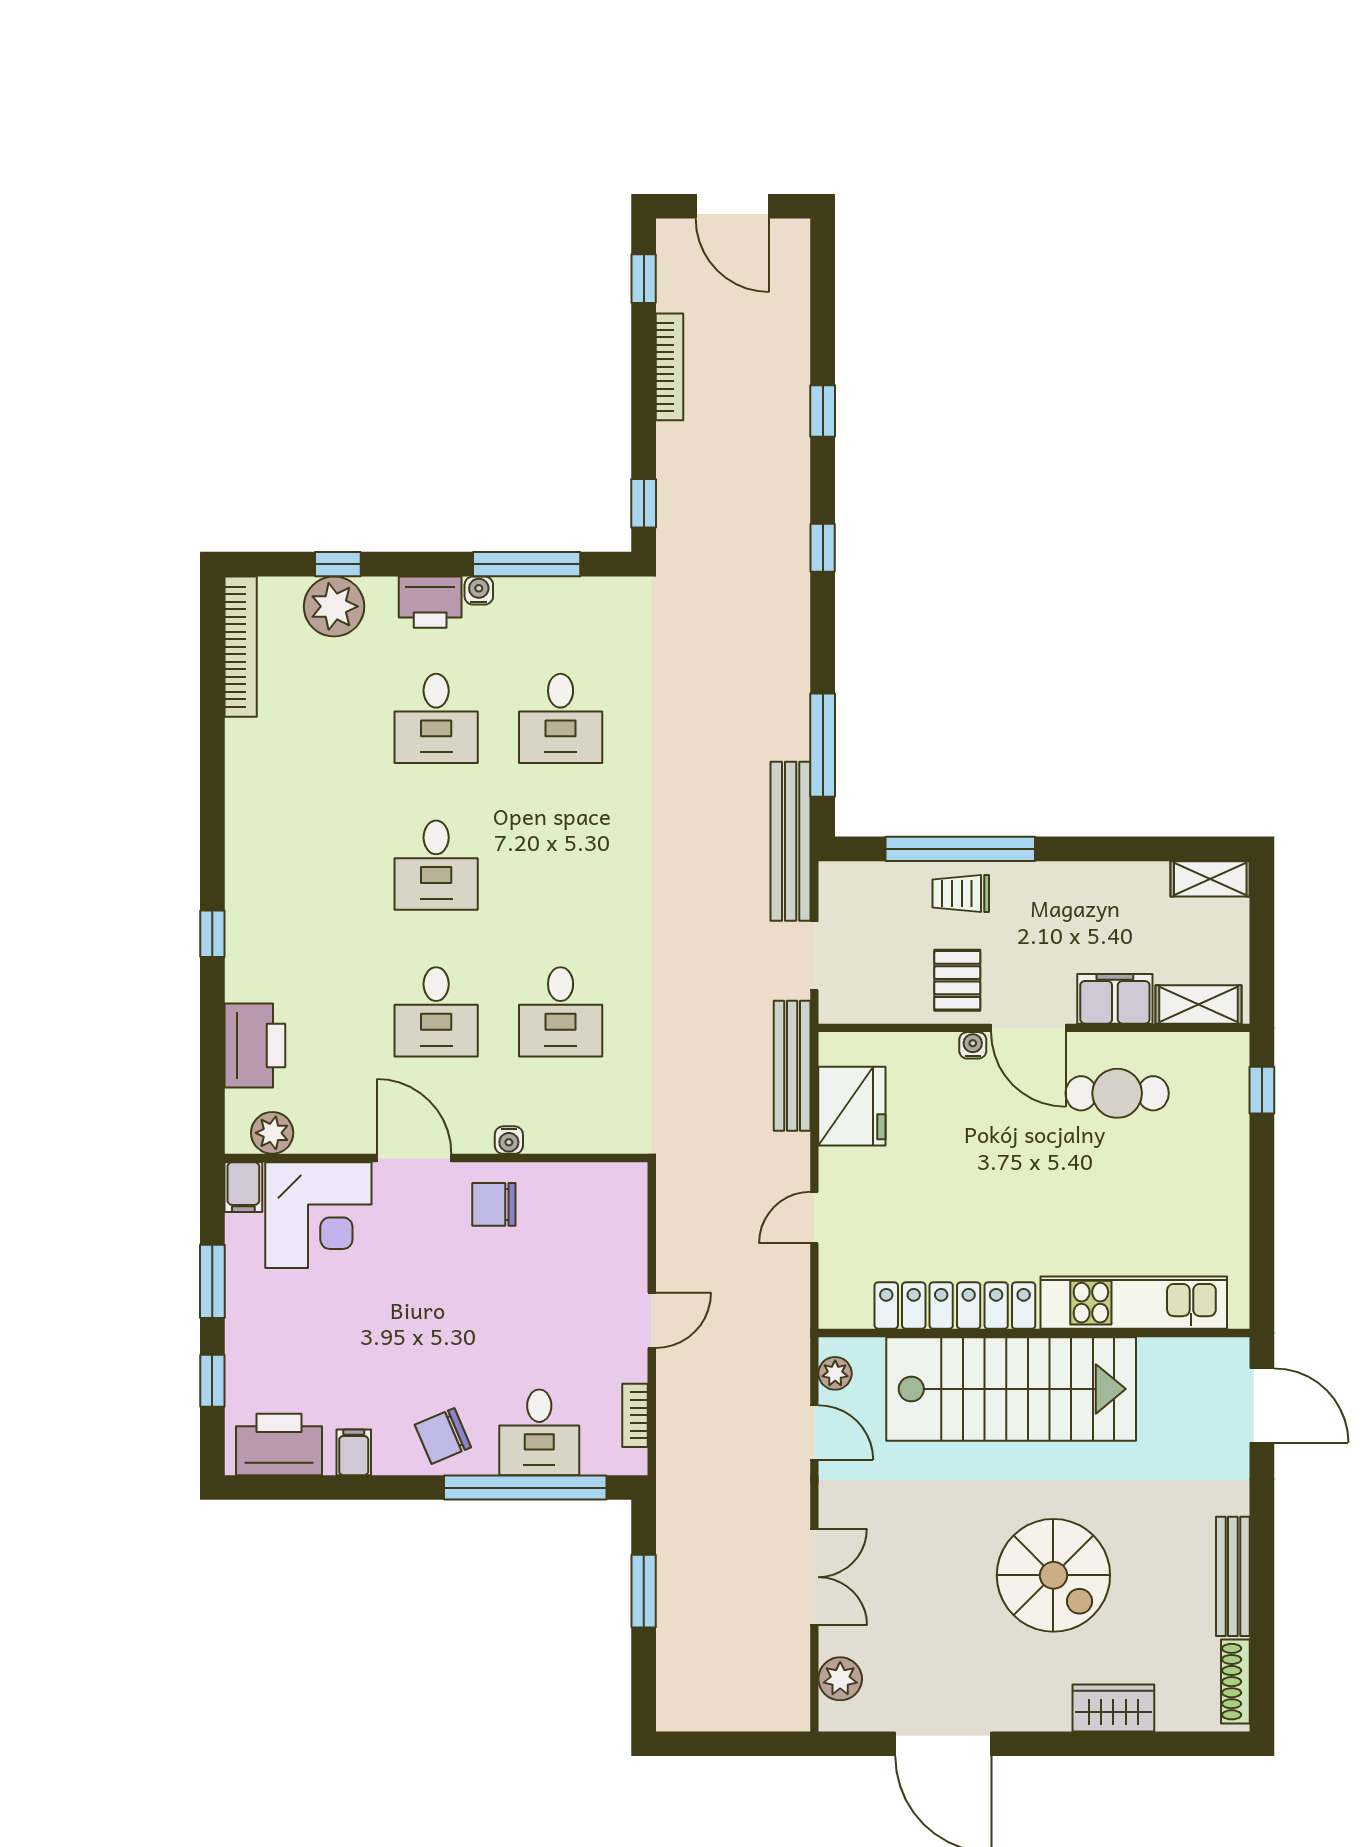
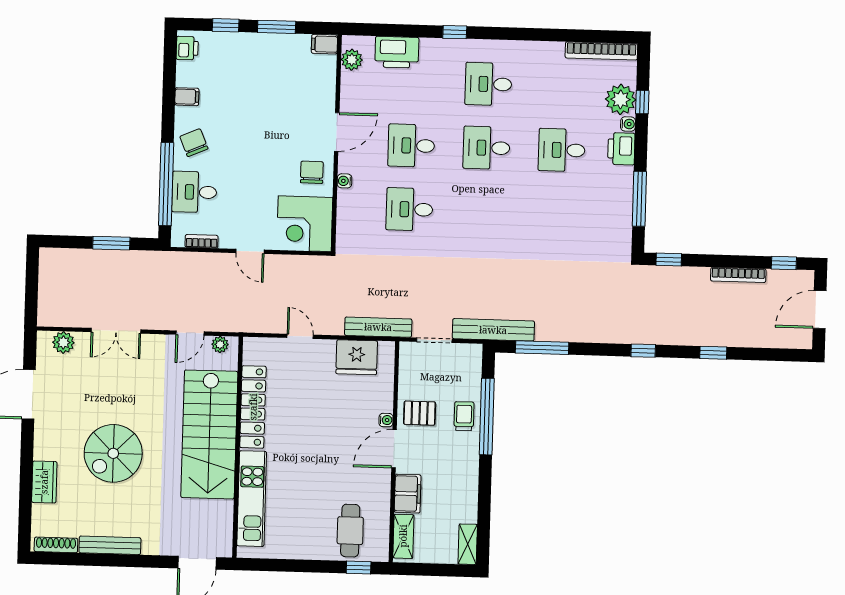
water cooler: (479, 591) -> (628, 124), moved
desk: (561, 718) -> (488, 84), moved
cafe table: (1117, 1093) -> (350, 531), moved
corner desk: (318, 1215) -> (305, 224), moved
printer: (279, 1445) -> (187, 48), width x0.53, depth x0.68

